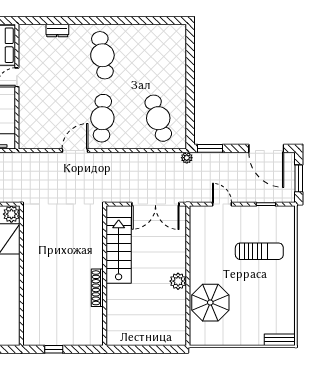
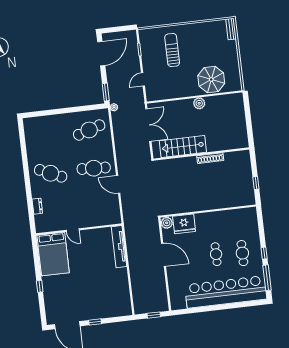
cafe table: (102, 55) -> (51, 173), turned 33
window: (299, 178) -> (119, 29), removed

